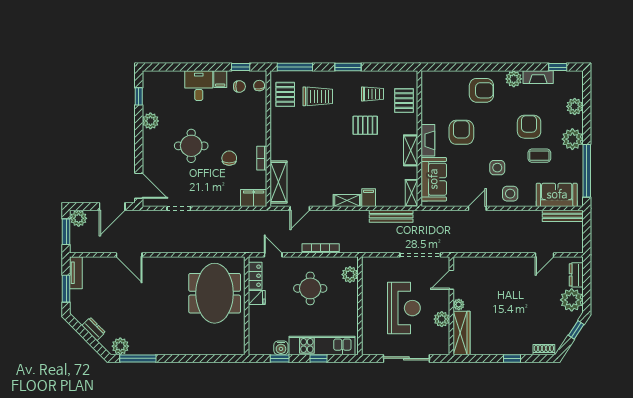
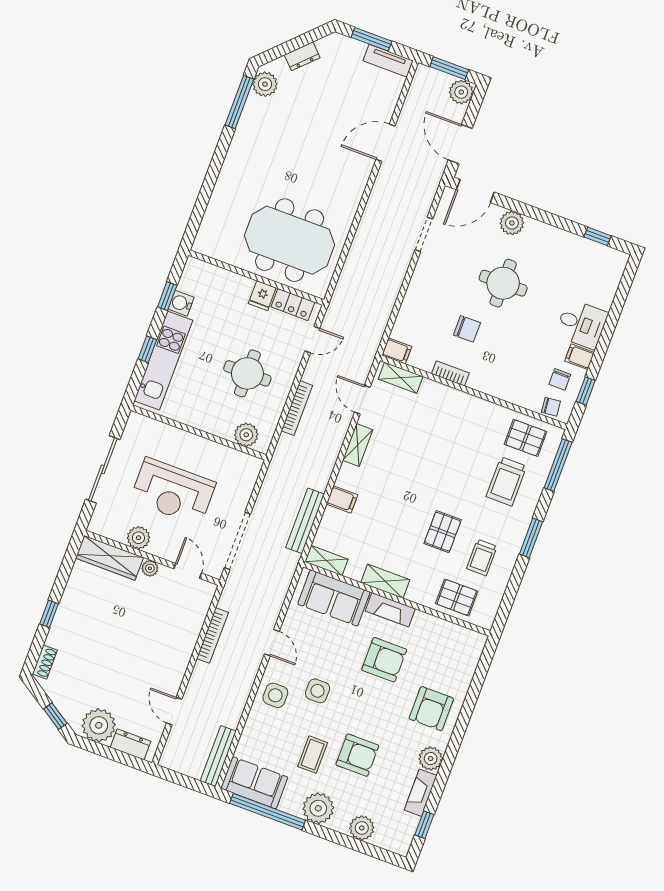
plant: (150, 121) -> (512, 223), moved
shelving: (278, 182) -> (401, 378), width x0.67, depth x0.75
sofa: (557, 195) -> (254, 783), moved, turned -90
filing cabinet: (254, 198) -> (397, 351), width x0.50
shelving: (347, 201) -> (358, 445), moved
bookcase: (487, 248) -> (212, 635), added

